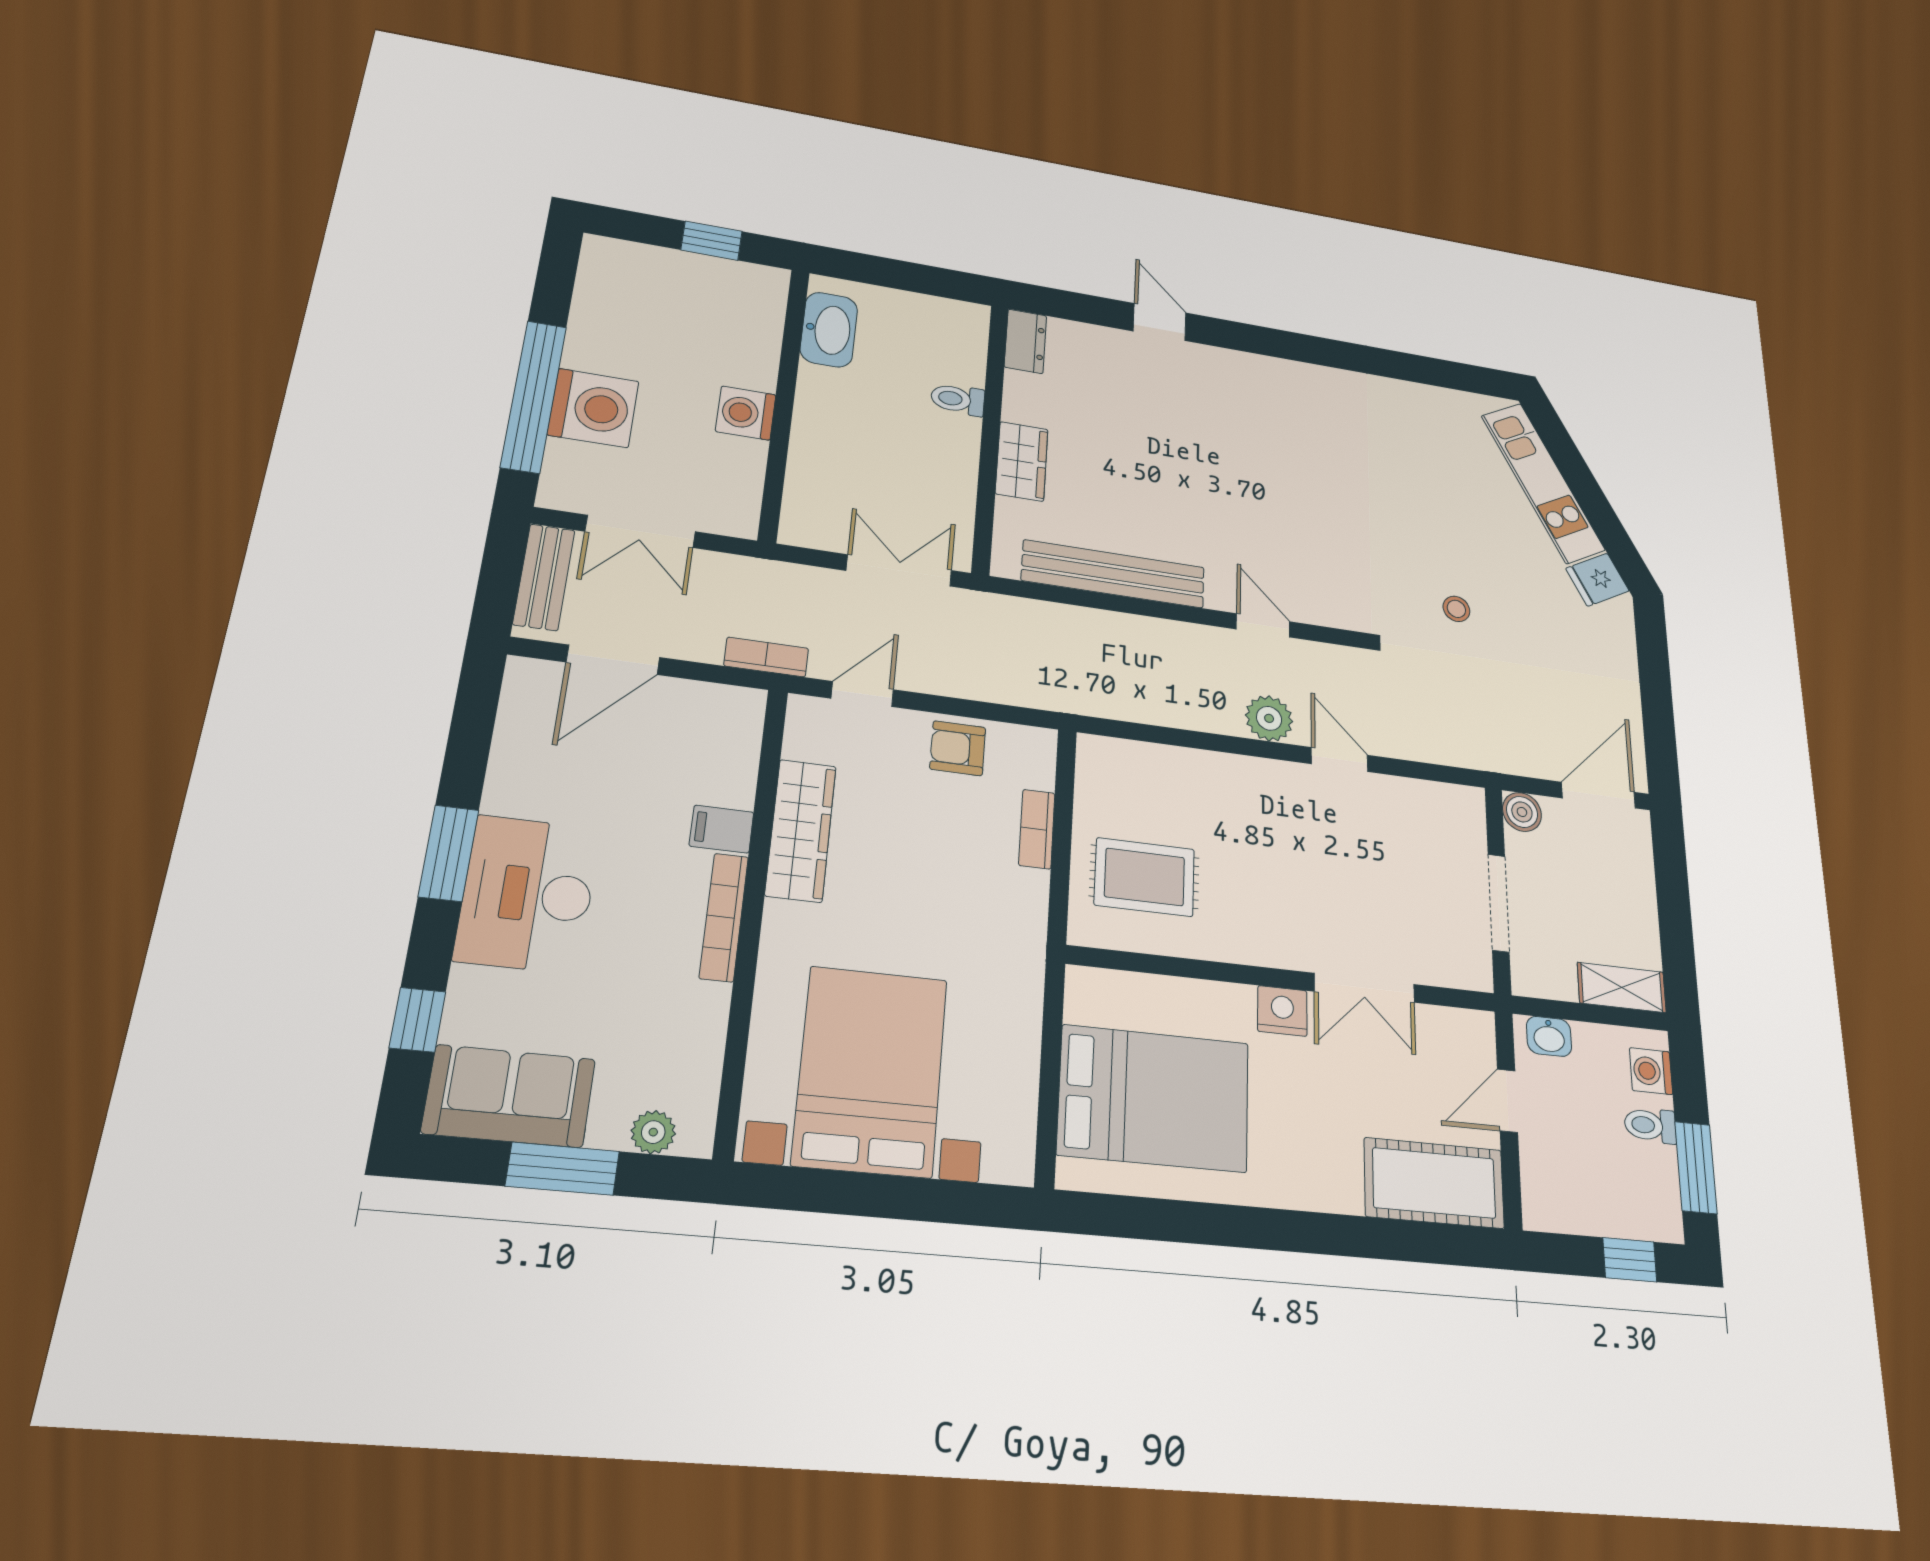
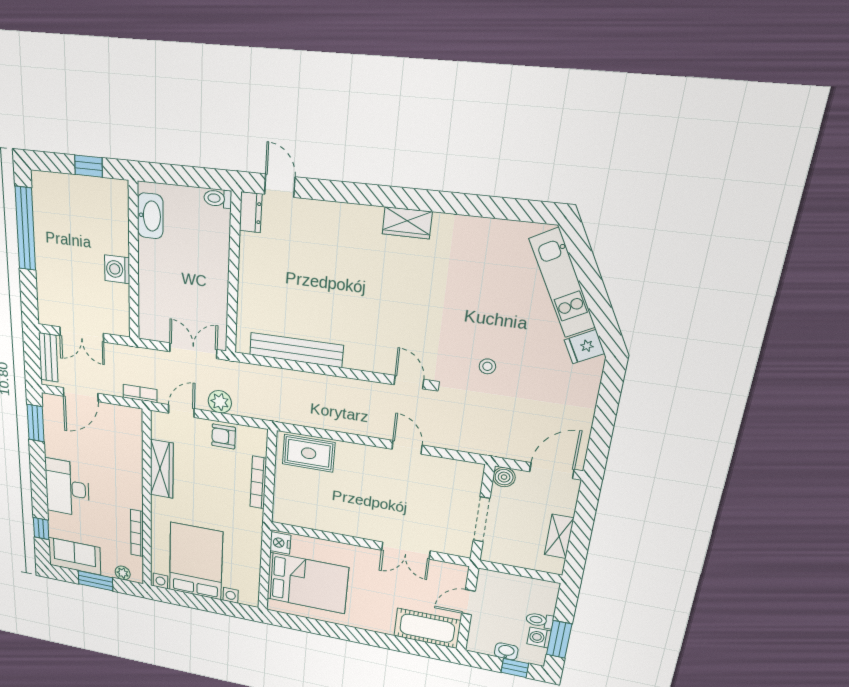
door: (1160, 322) -> (280, 186), moved
window: (534, 396) -> (25, 229), moved
toilet: (958, 399) -> (218, 198), moved
washing machine: (593, 408) -> (52, 272), removed
wardrobe: (1022, 461) -> (407, 223), moved, turned 90
door: (1263, 625) -> (409, 382), moved
plant: (1269, 718) -> (220, 402), moved
filing cabinet: (722, 829) -> (132, 467), removed
bookcase: (1037, 829) -> (258, 483), width x1.56
window: (449, 853) -> (36, 423), moved
rug: (1145, 877) -> (309, 453), moved
bookcase: (724, 917) -> (137, 533), moved
shelving: (1622, 988) -> (559, 536), moved, turned 90
nightstand: (1282, 1011) -> (280, 543), moved, turned -90
washbasin: (1549, 1036) -> (506, 651), moved, turned 180
washing machine: (1651, 1071) -> (539, 637), moved

